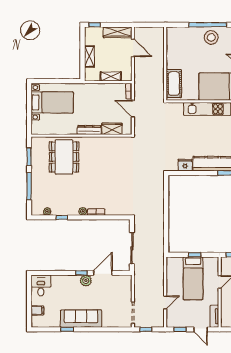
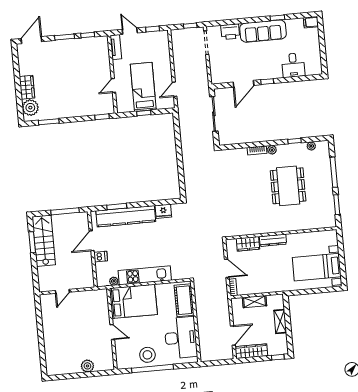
door: (133, 48) -> (233, 336), swing flipped
desk: (180, 50) -> (181, 338), added
dining table: (64, 157) -> (288, 186), moved
plant: (86, 281) -> (262, 74), removed
desk: (41, 286) -> (293, 65), moved
door: (165, 302) -> (174, 89), moved
filing cabinet: (37, 310) -> (311, 22), moved
printer: (110, 321) -> (230, 32), added

